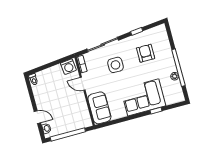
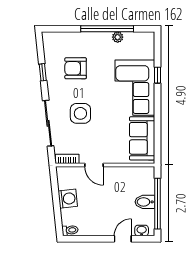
washing machine: (68, 67) -> (68, 199), moved
door: (83, 84) -> (94, 165), hinge flipped
sofa: (99, 108) -> (142, 138), moved, turned -90
bidet: (67, 125) -> (145, 202), added

